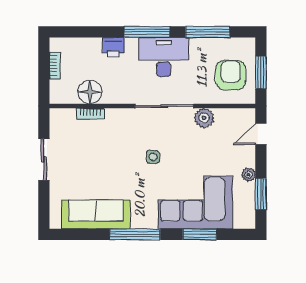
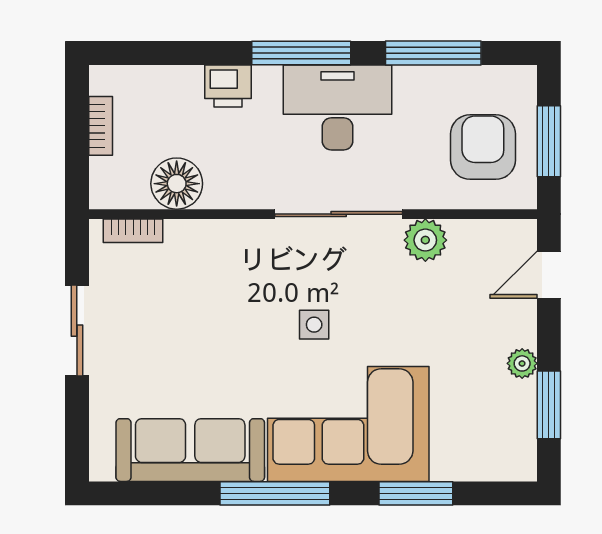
bookcase: (90, 114) -> (133, 231), moved
corner sofa: (195, 202) -> (348, 424), moved

